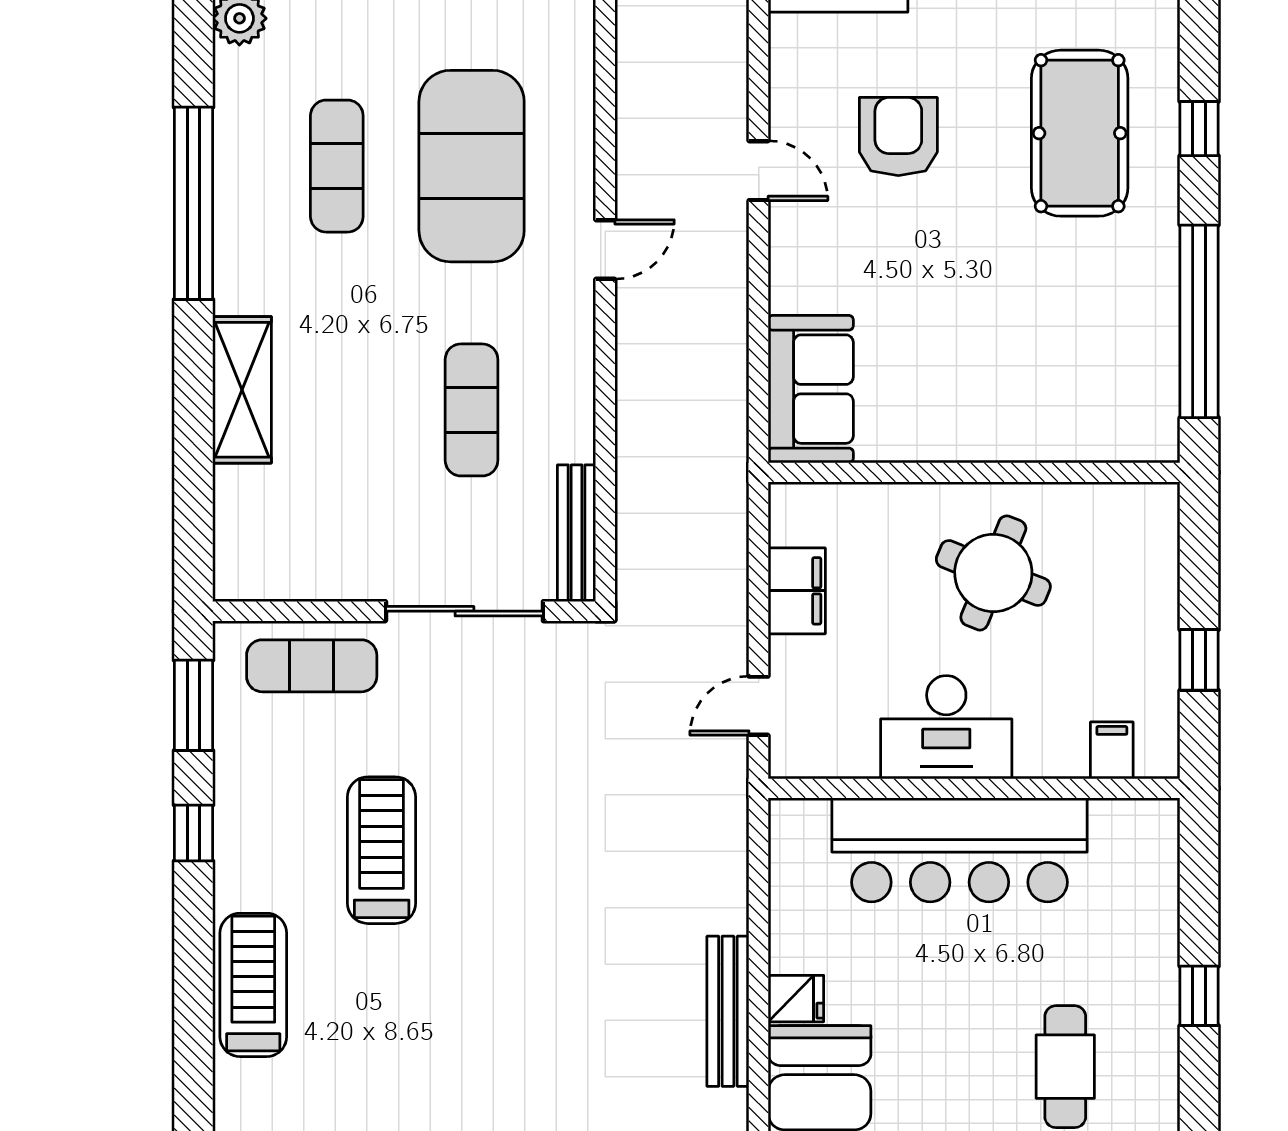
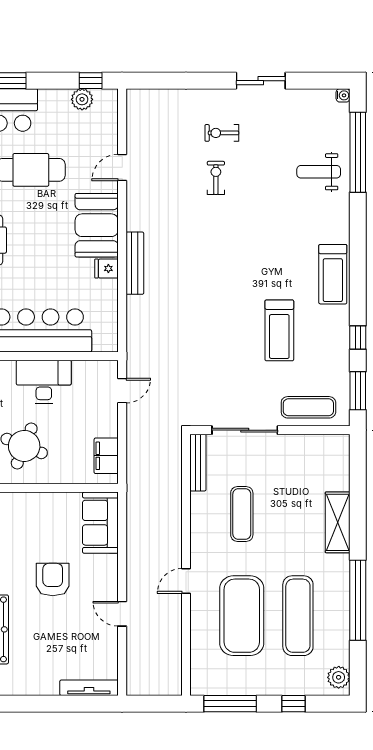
armchair: (898, 136) -> (53, 580), moved, turned 180
exercise mat: (337, 166) -> (298, 616), width x1.36, depth x1.45
filing cabinet: (797, 591) -> (106, 456), moved

